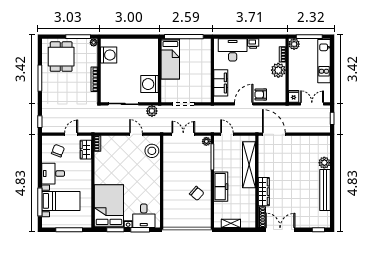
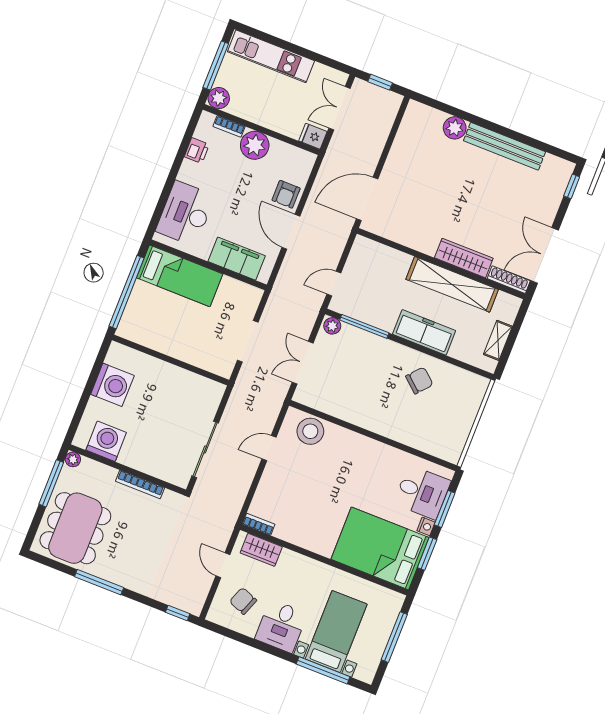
printer: (253, 44) -> (197, 151), moved
dining table: (61, 57) -> (75, 528), width x1.38
bed: (170, 59) -> (180, 276), moved
washing machine: (149, 84) -> (112, 385), moved, turned -90
plant: (152, 111) -> (238, 403), removed
shelving: (249, 165) -> (452, 284), moved

